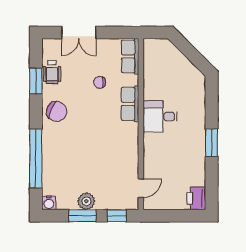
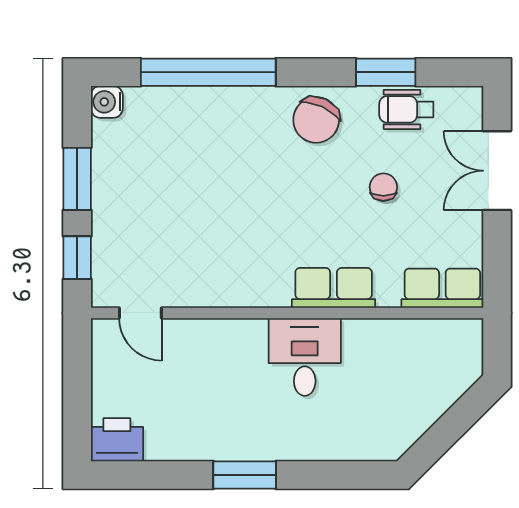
chair: (100, 82) -> (383, 187), moved
plant: (86, 201) -> (110, 188), removed

